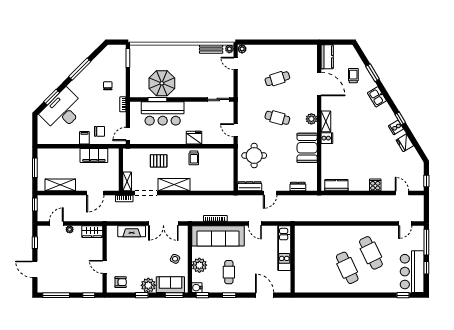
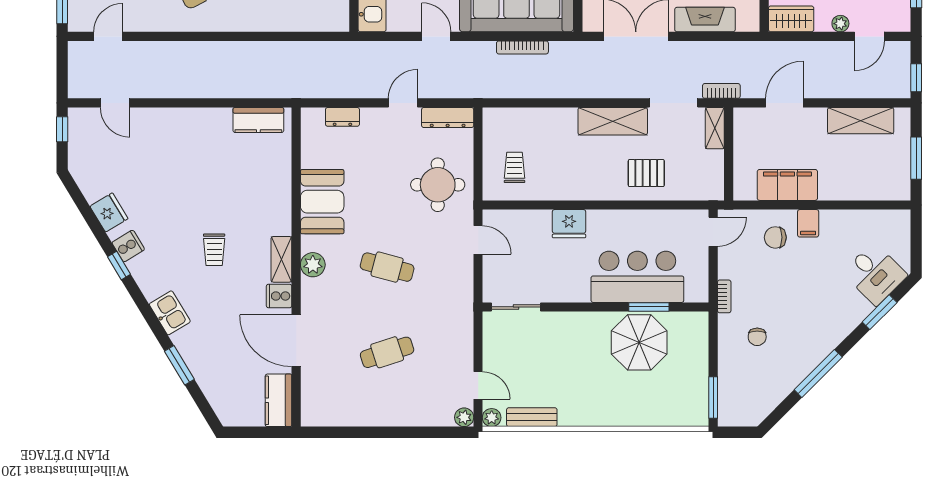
trolley: (353, 76) -> (214, 250), moved
desk: (63, 111) -> (875, 274), width x0.53, depth x0.77
cooker: (327, 138) -> (279, 296), moved
trolley: (194, 158) -> (515, 167), moved
cooker: (375, 185) -> (174, 121), removed

